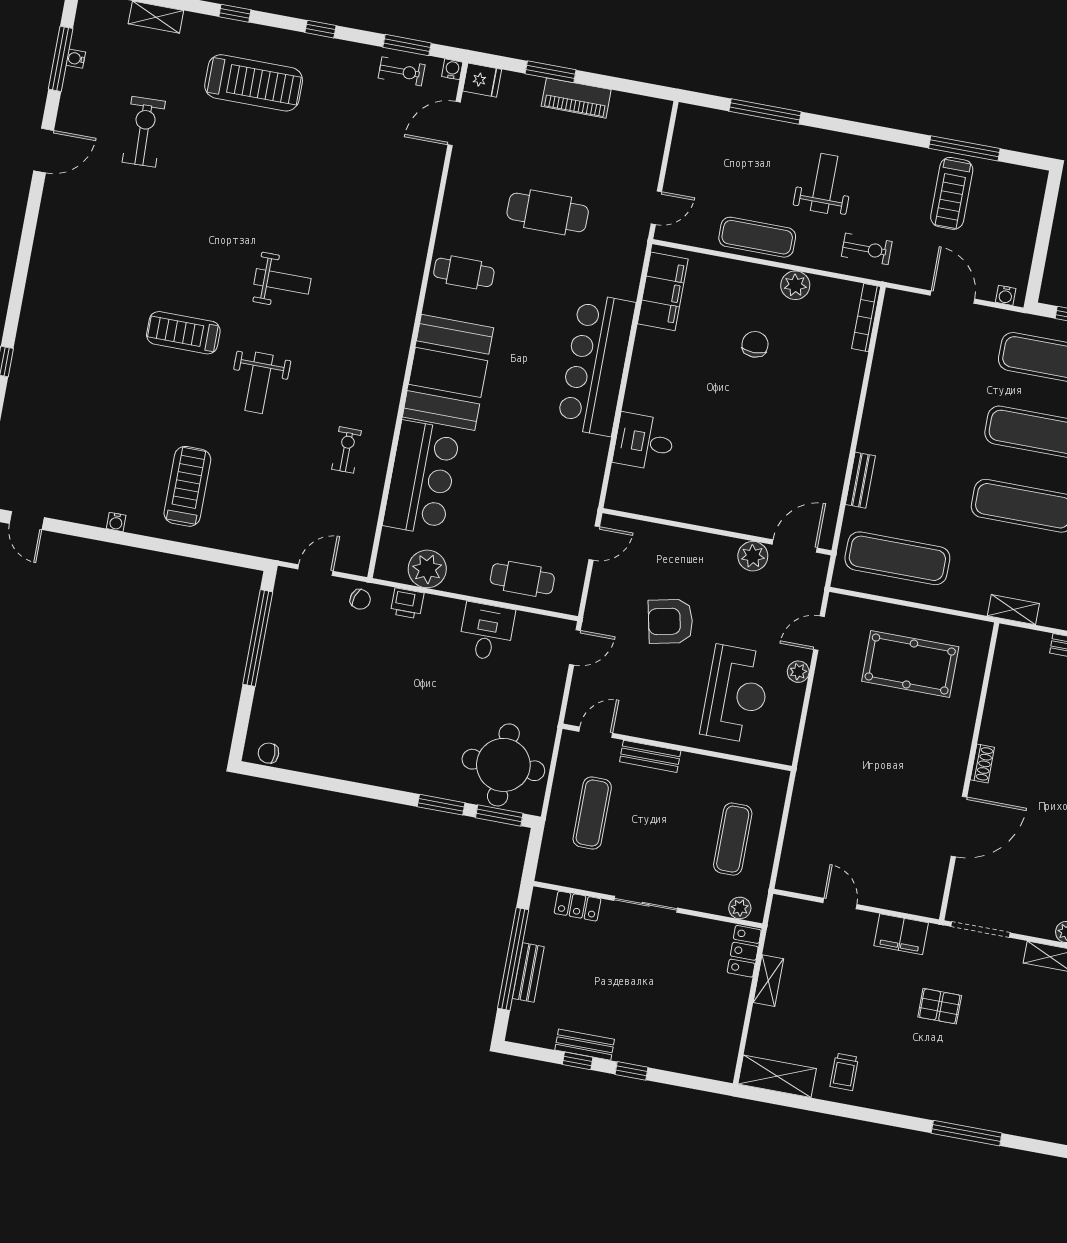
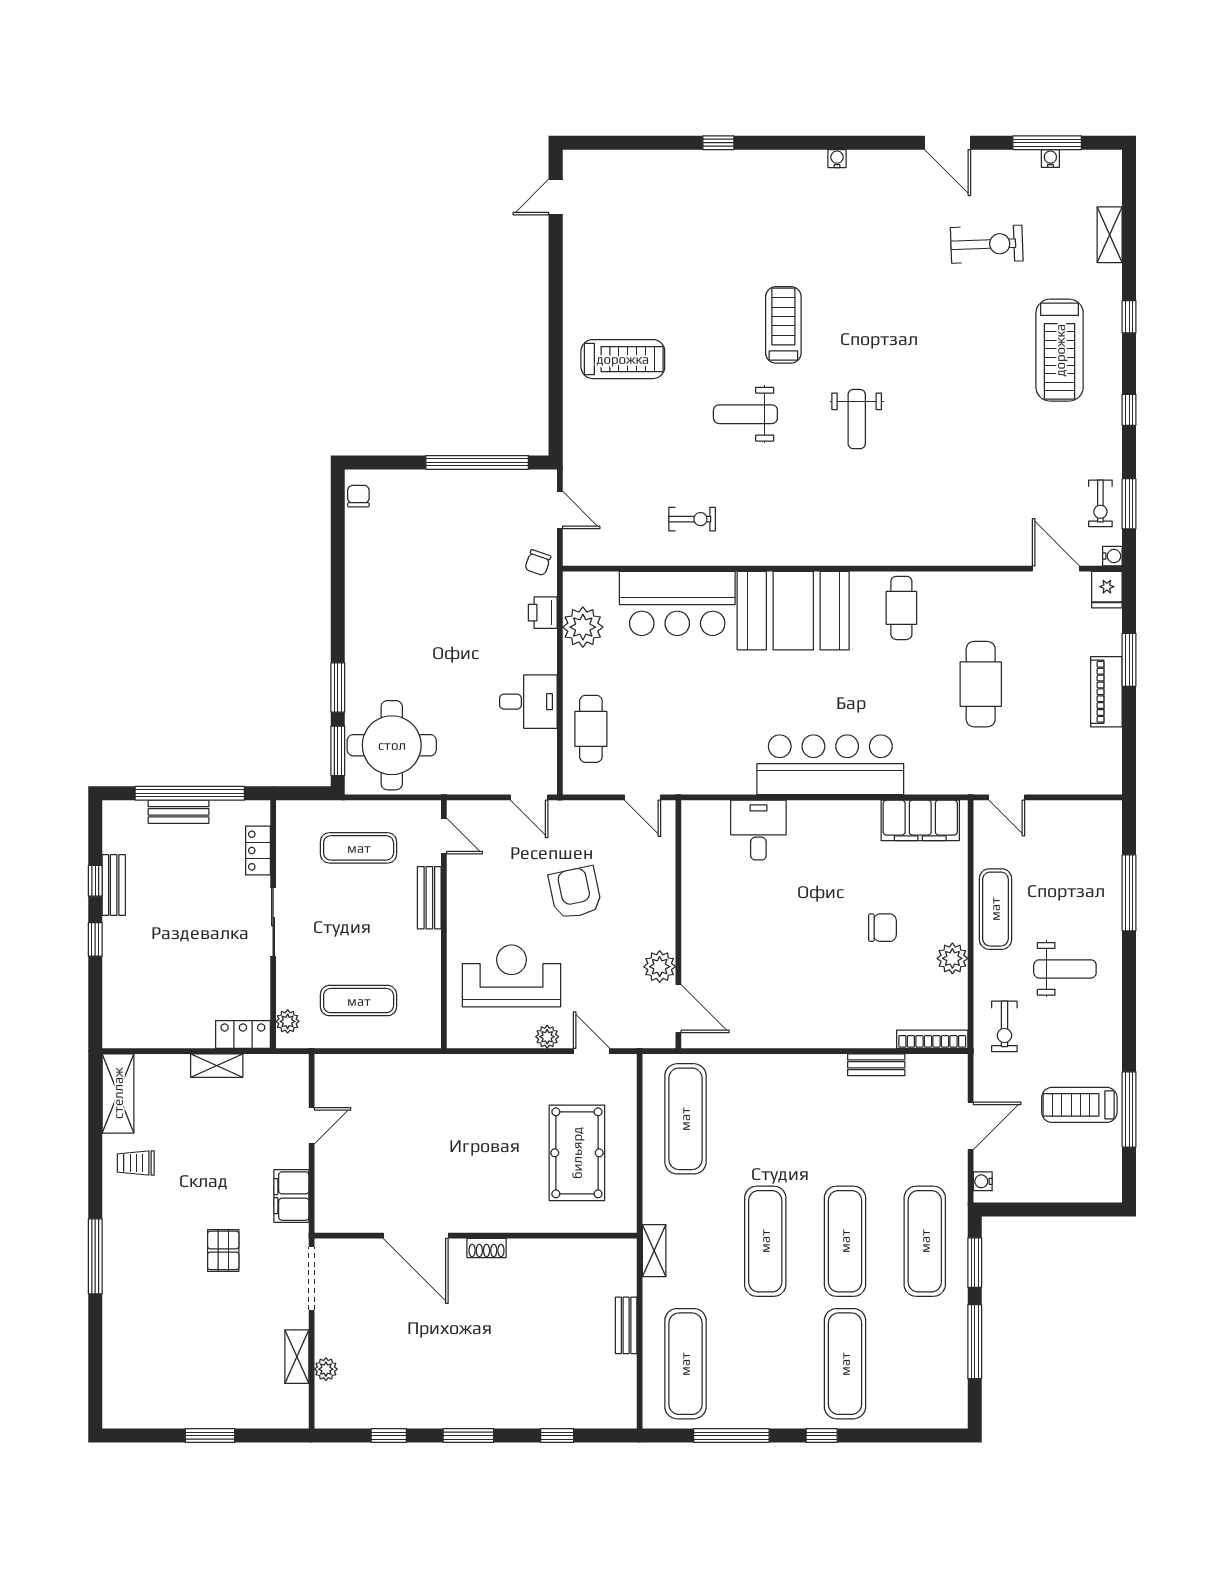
bench: (860, 480) -> (876, 1065), moved
water cooler: (116, 522) -> (837, 159), moved, turned 90
reception desk: (736, 694) -> (511, 976), turned 180
window: (967, 1133) -> (95, 1256), moved

